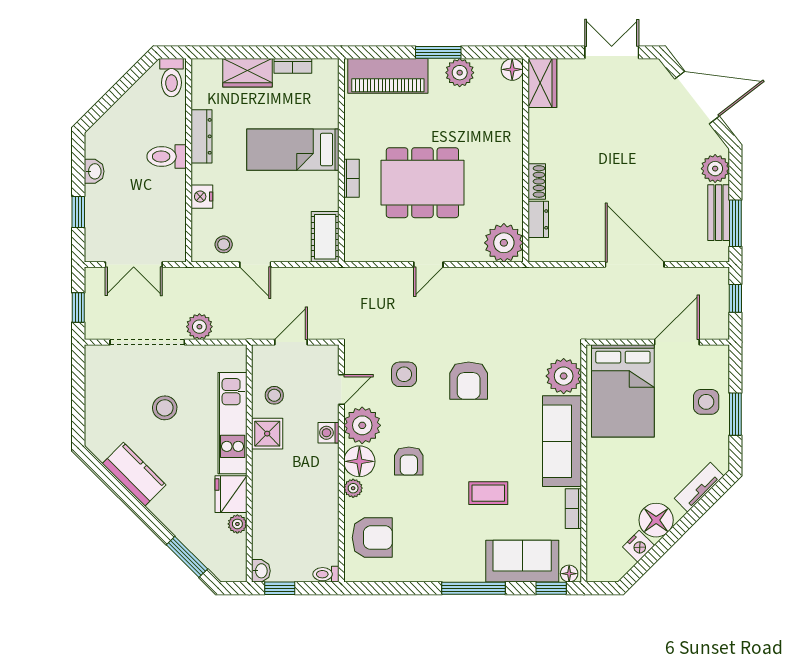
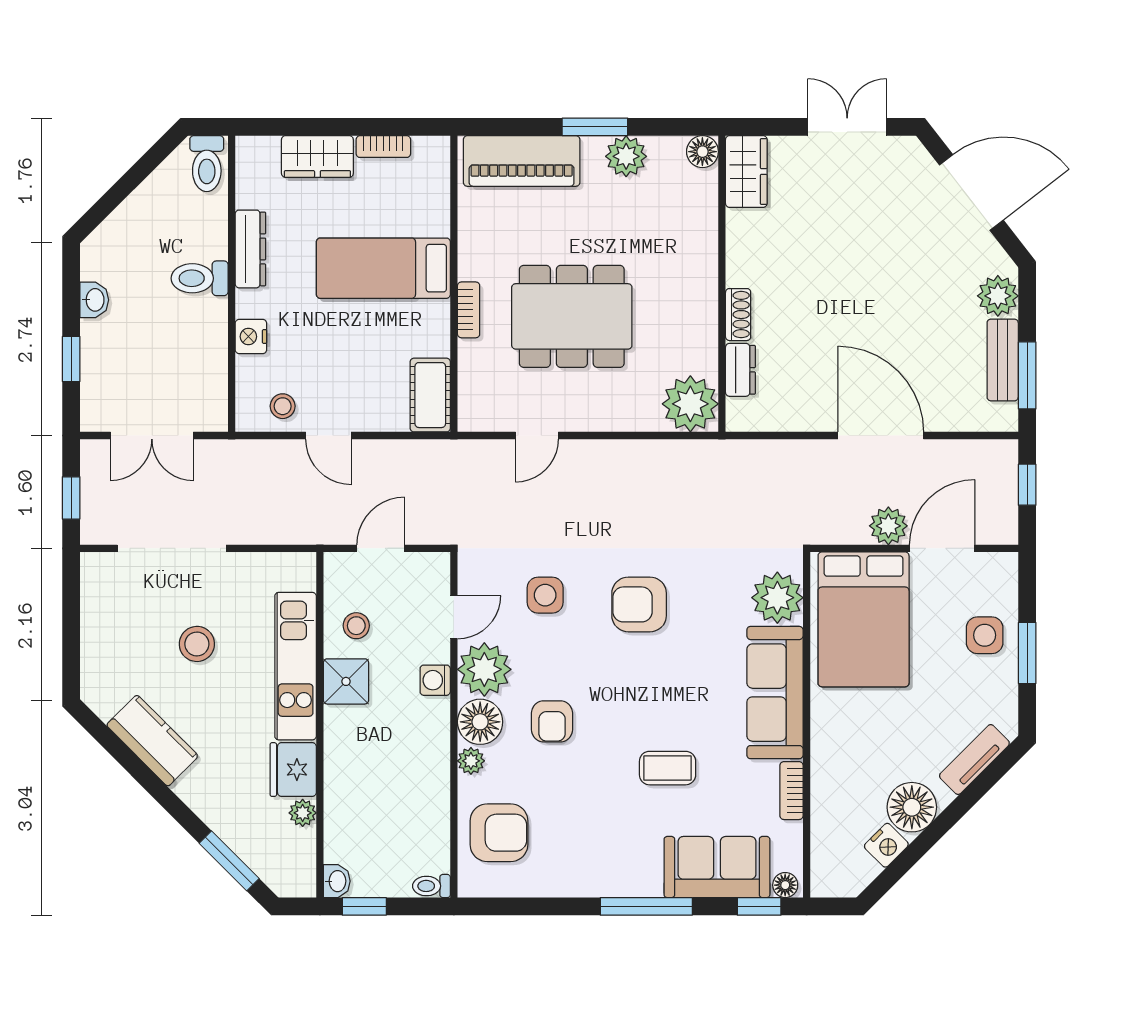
door: (428, 265) -> (537, 436), moved
plant: (199, 327) -> (888, 526), moved
armchair: (469, 381) -> (639, 604), turned 90

